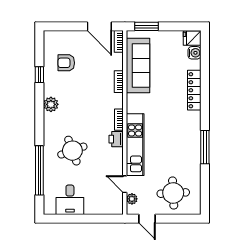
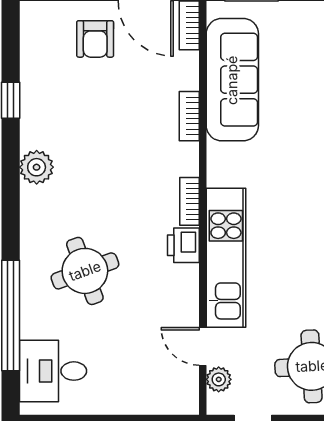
armchair: (66, 63) -> (95, 39), moved, turned -90
desk: (70, 200) -> (53, 371), moved, turned 90

